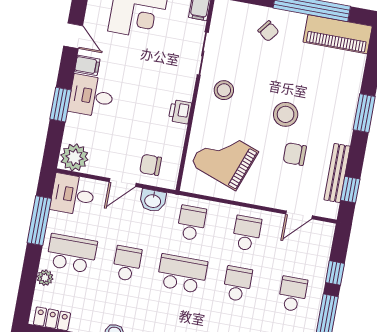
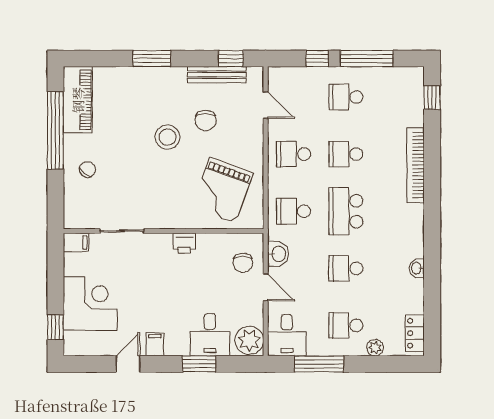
stool: (224, 90) -> (155, 203), removed
desk: (91, 96) -> (210, 335), moved
school desk: (72, 253) -> (346, 325), width x0.54

